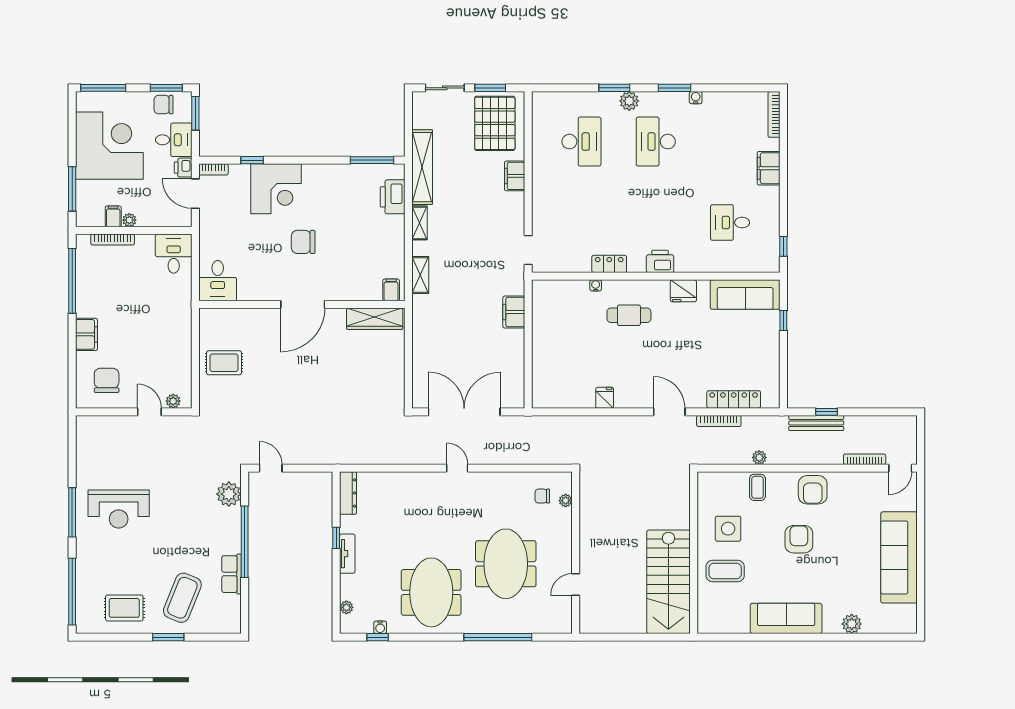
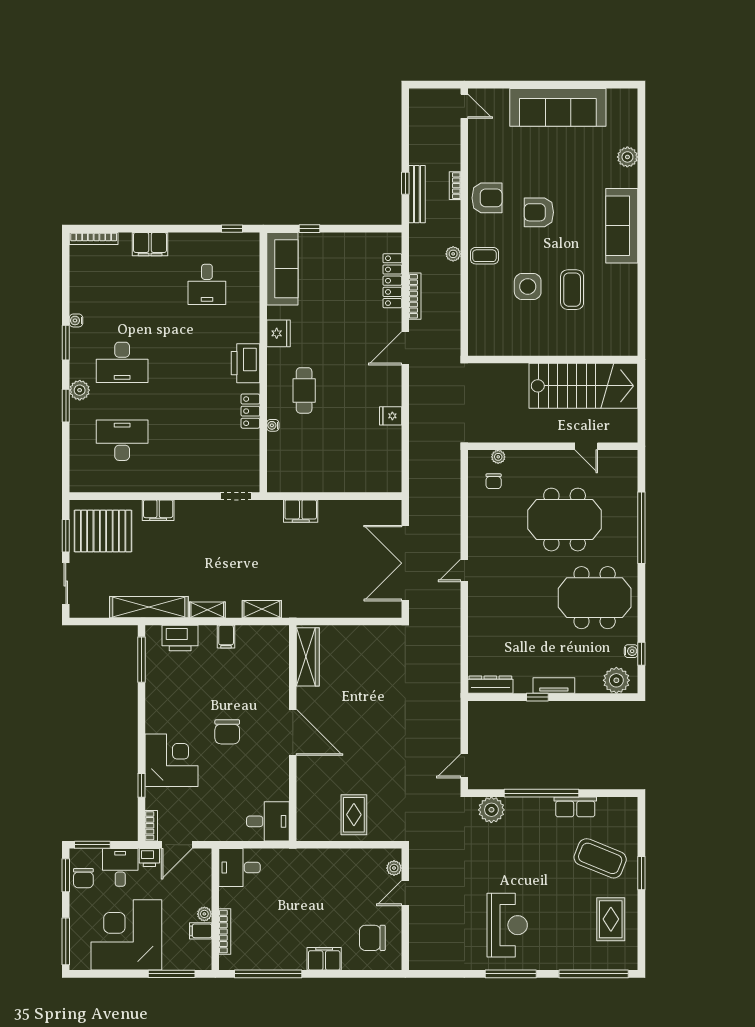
printer: (660, 261) -> (245, 363), width x1.37, depth x1.19
filing cabinet: (391, 290) -> (226, 637), moved, turned -90
bookcase: (865, 459) -> (455, 186), moved, width x0.64
wall: (694, 553) -> (553, 360), moved
stairs: (668, 582) -> (583, 386), moved
plant: (346, 607) -> (616, 680), width x1.87, depth x1.87

